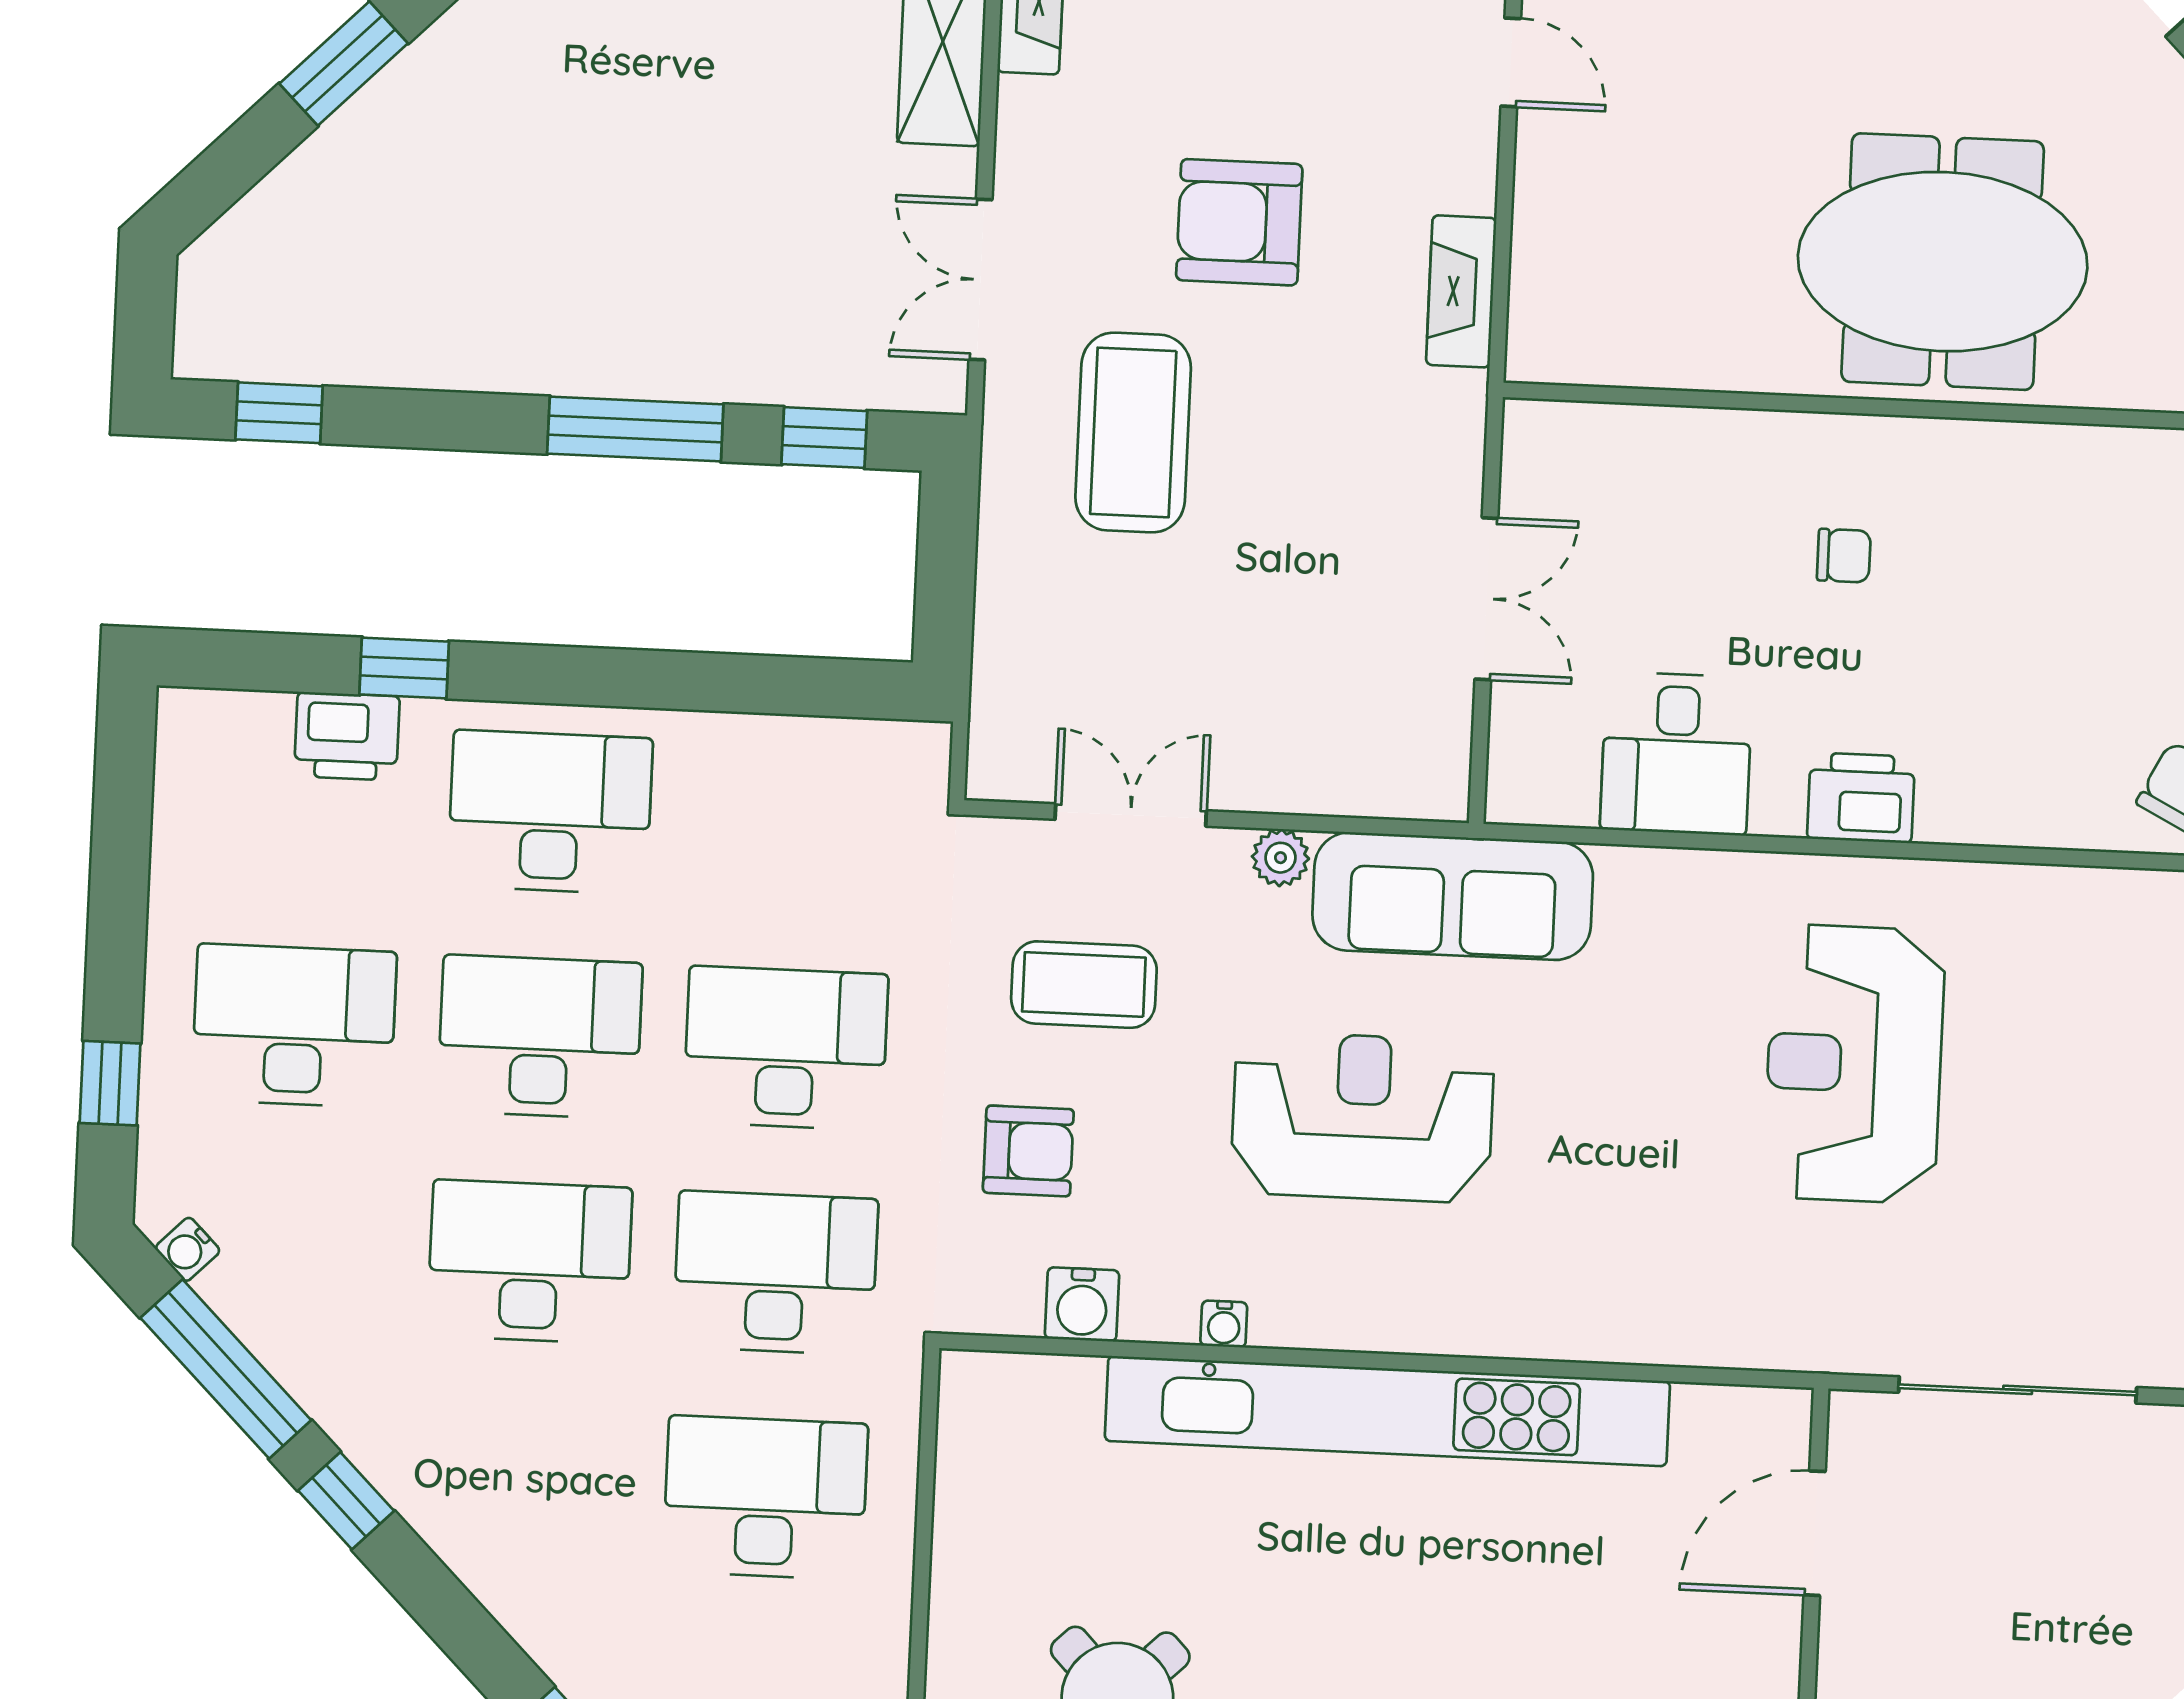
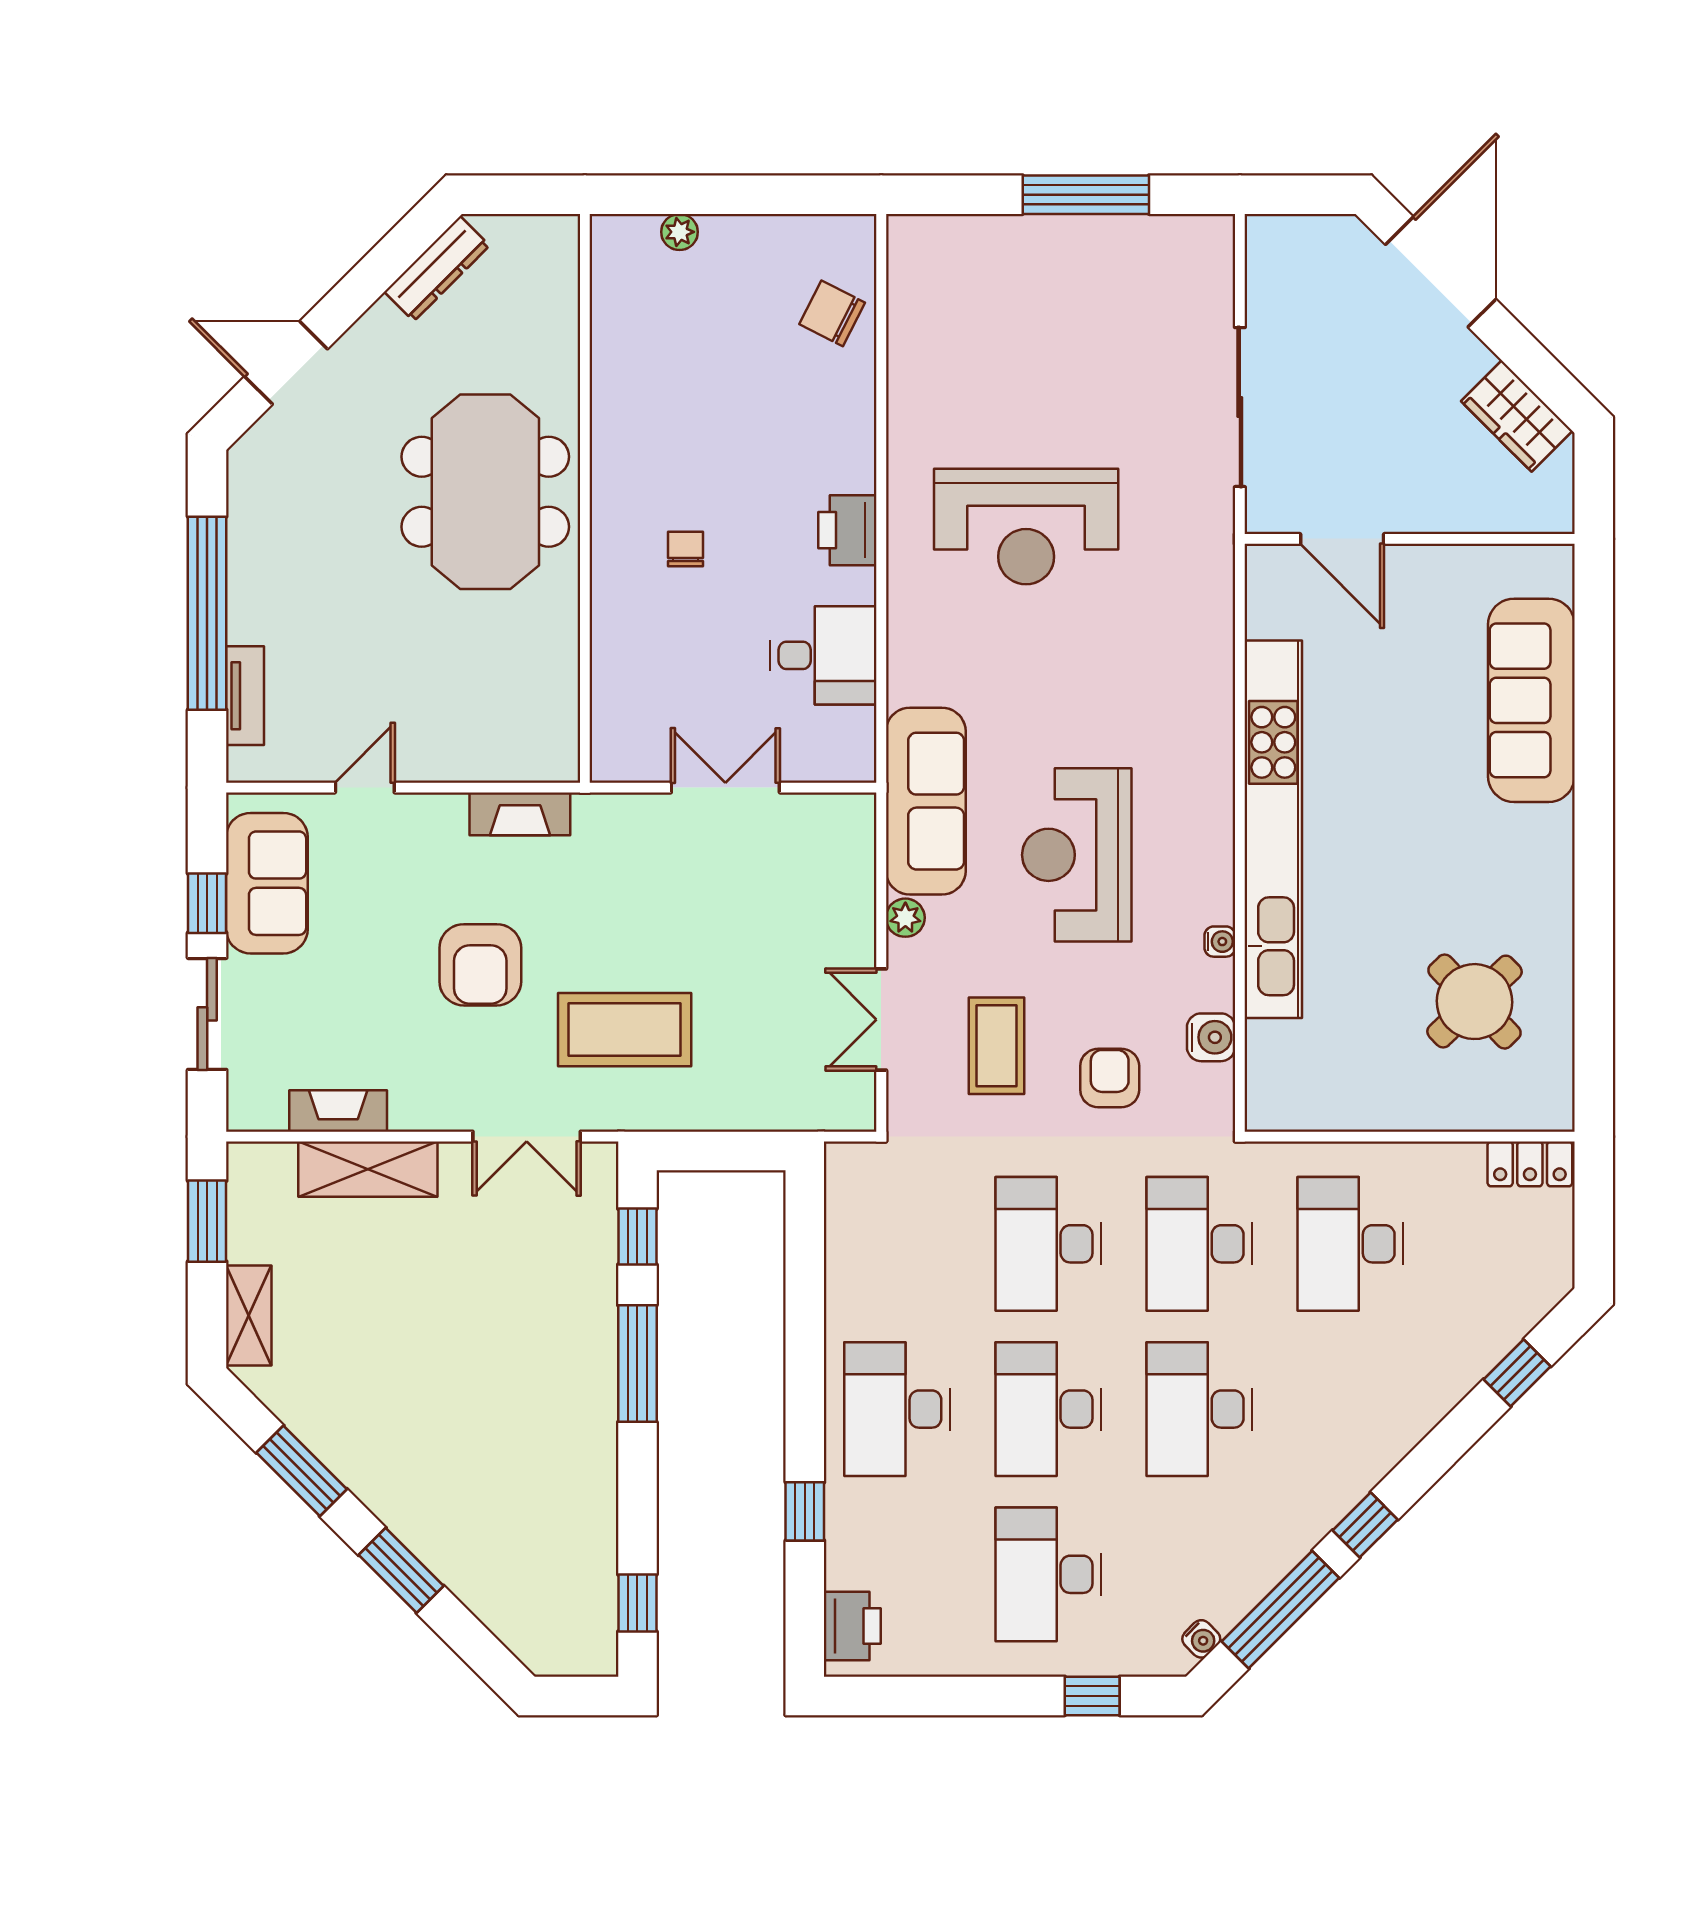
printer: (347, 736) -> (852, 1626), moved

